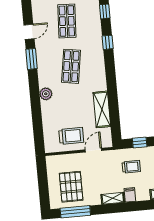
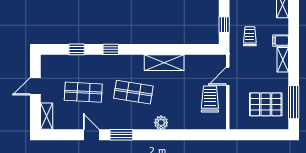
shelving: (102, 109) -> (164, 63), moved
door: (93, 150) -> (228, 76), hinge flipped

